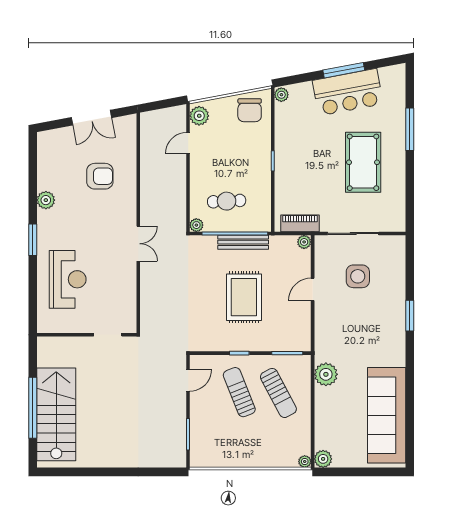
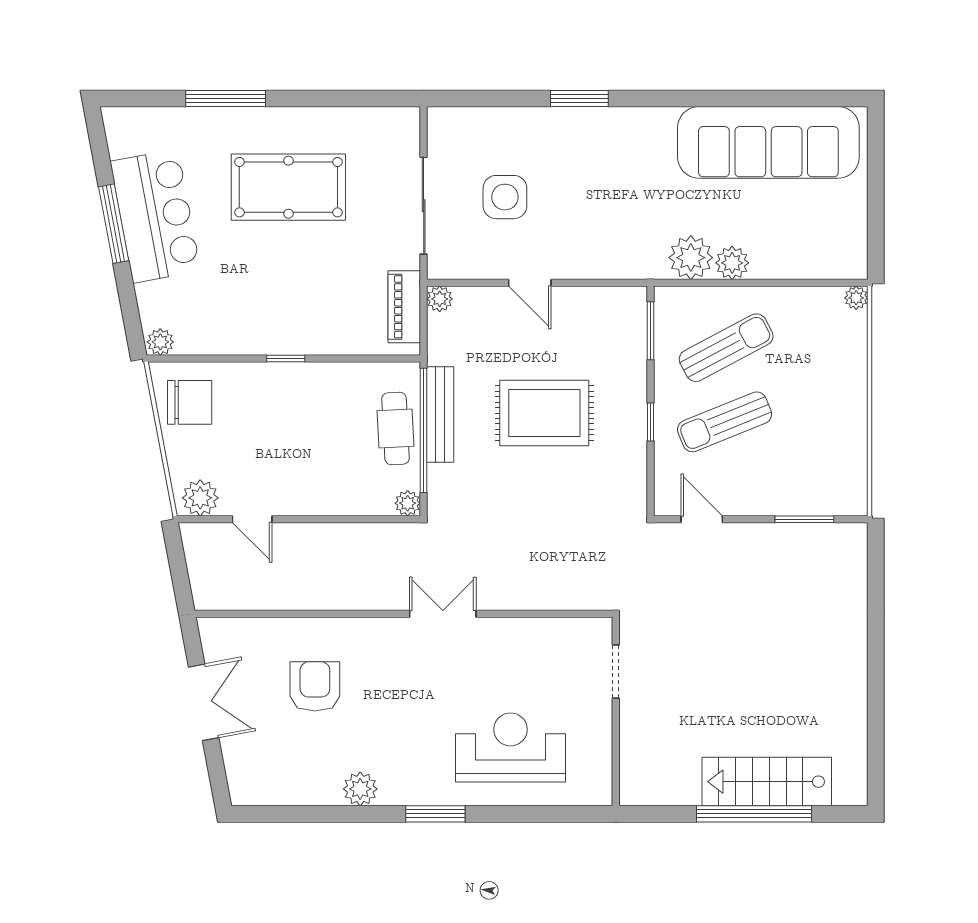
cafe table: (227, 201) -> (396, 428), moved
stairs: (56, 414) -> (767, 782), width x0.73, depth x0.66
plant: (323, 459) -> (732, 263), moved

